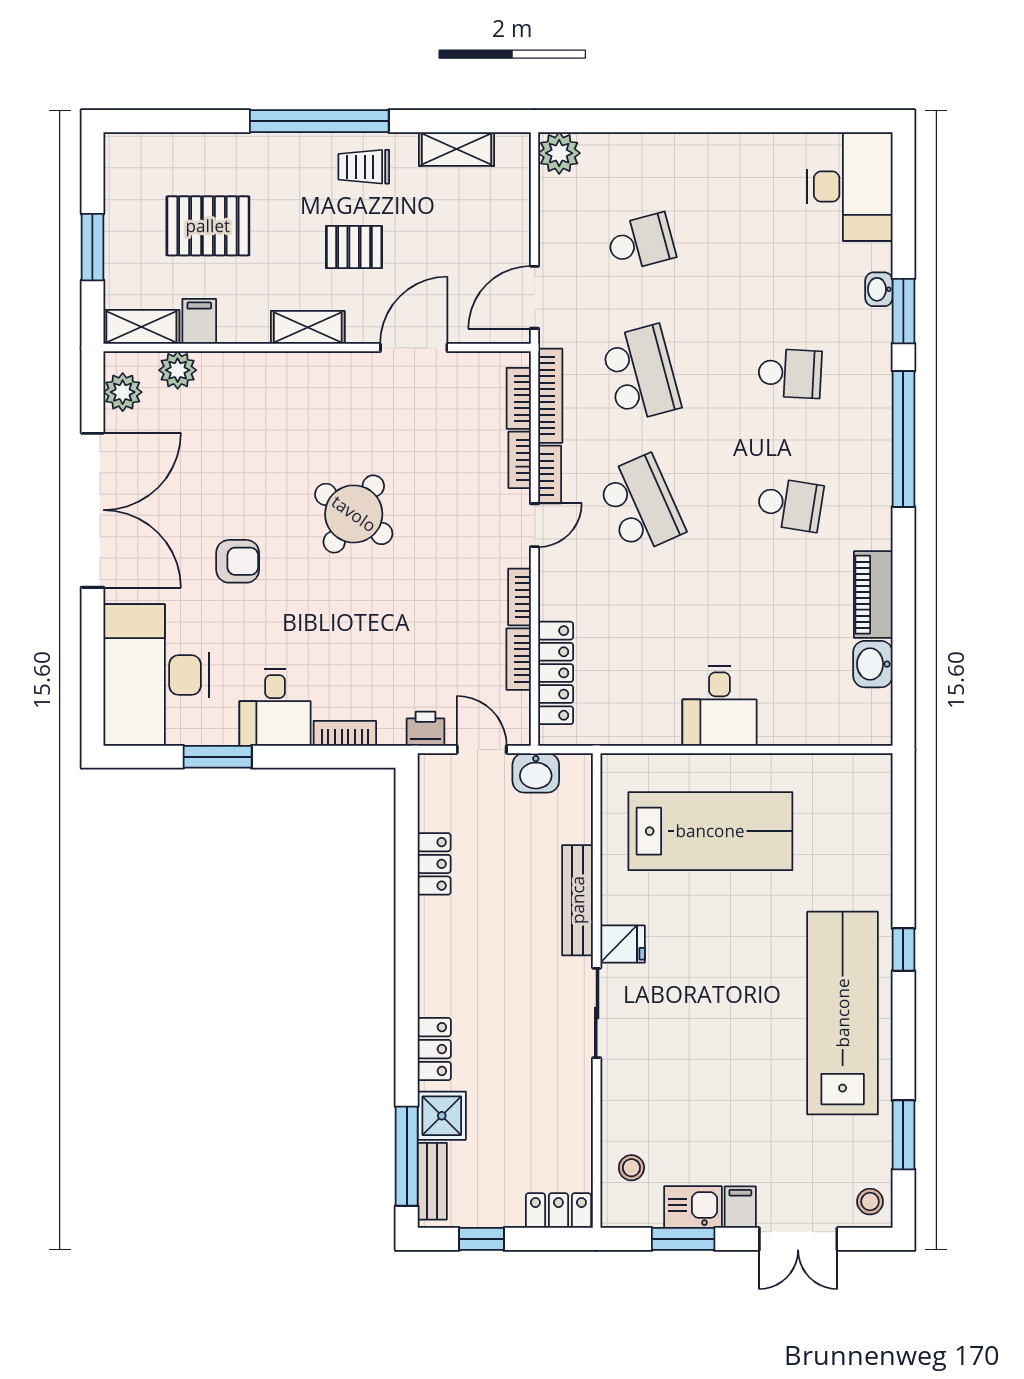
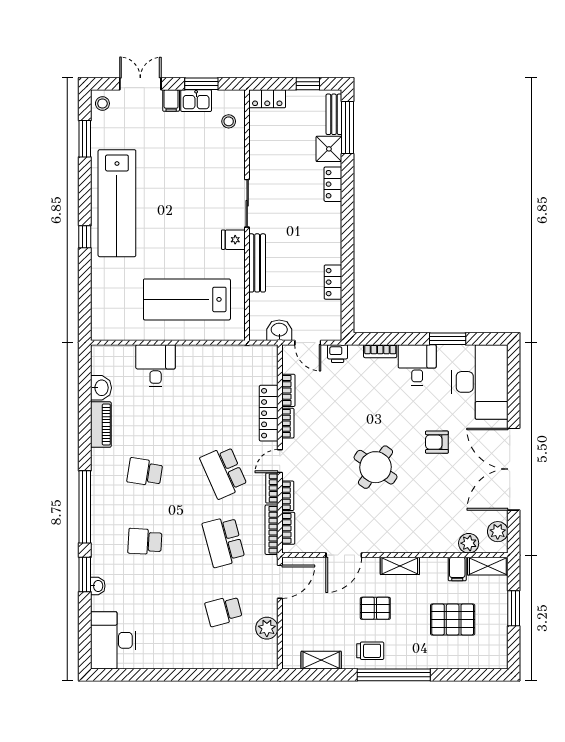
plant: (559, 153) -> (267, 628), moved
locker: (556, 673) -> (269, 413), moved
desk: (720, 706) -> (156, 366), moved

